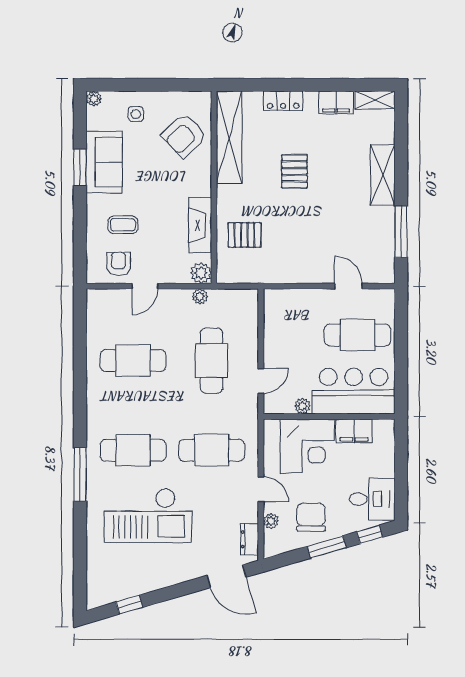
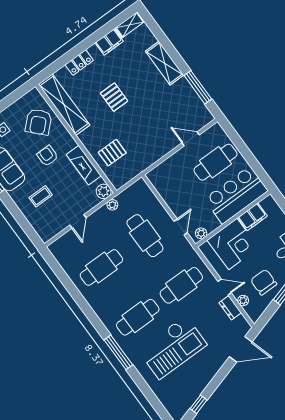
armchair: (119, 264) -> (47, 156), moved
plant: (302, 406) -> (201, 233), moved
dresser: (250, 539) -> (230, 308), moved

